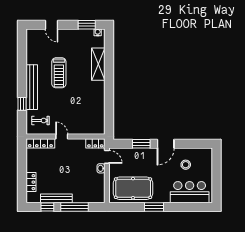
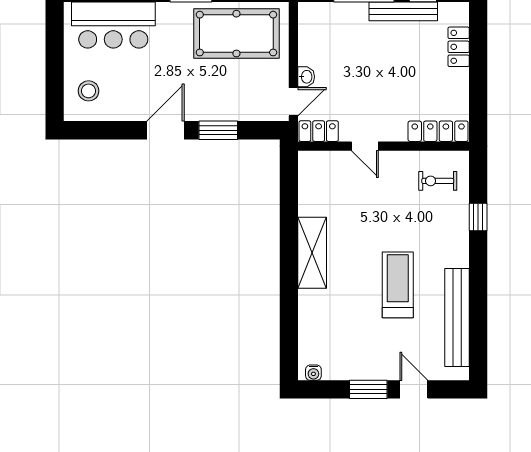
window: (87, 25) -> (368, 389), moved
shelving: (98, 64) -> (312, 253), moved
bench: (32, 87) -> (457, 317), moved
door: (62, 137) -> (365, 146), moved
door: (107, 157) -> (293, 102), swing flipped
stool: (186, 165) -> (89, 91), moved

